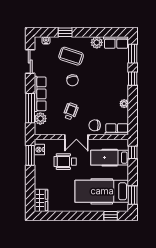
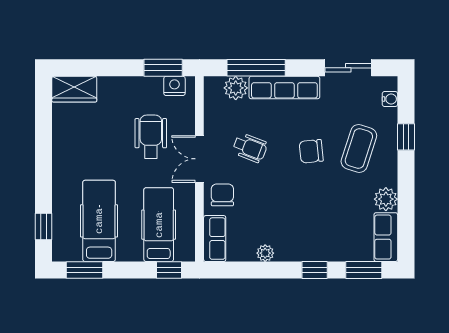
hospital bed: (102, 191) -> (99, 221), width x0.73, depth x0.78

